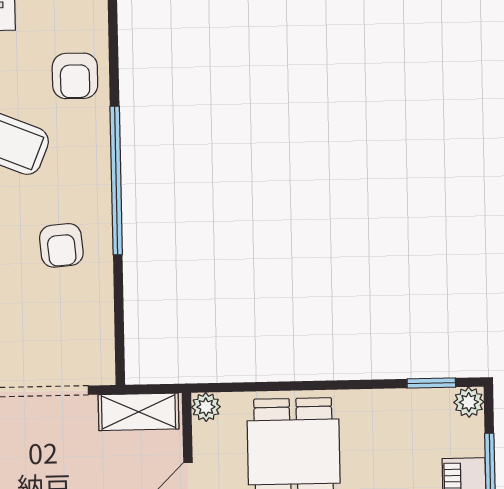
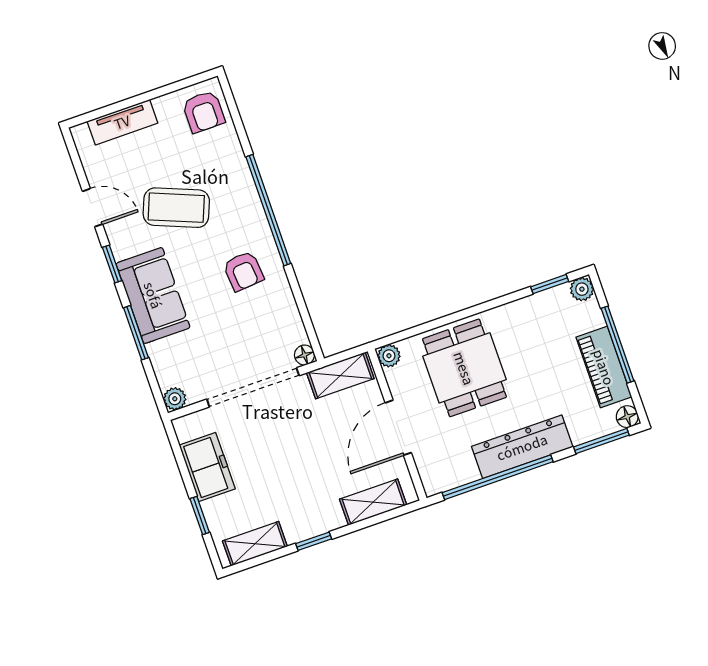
armchair: (75, 76) -> (204, 112), moved
floor lamp: (103, 372) -> (304, 355), added

